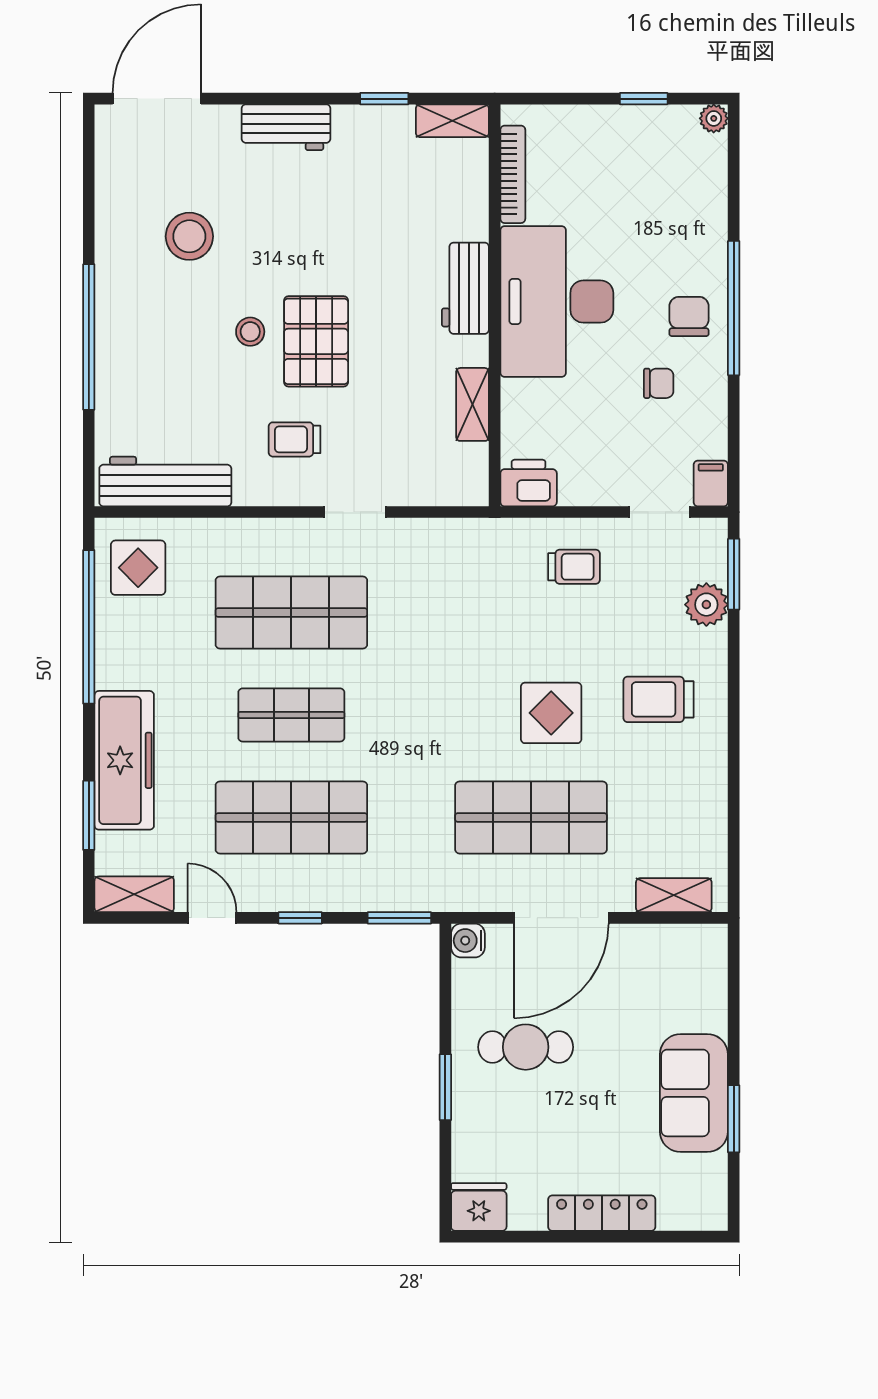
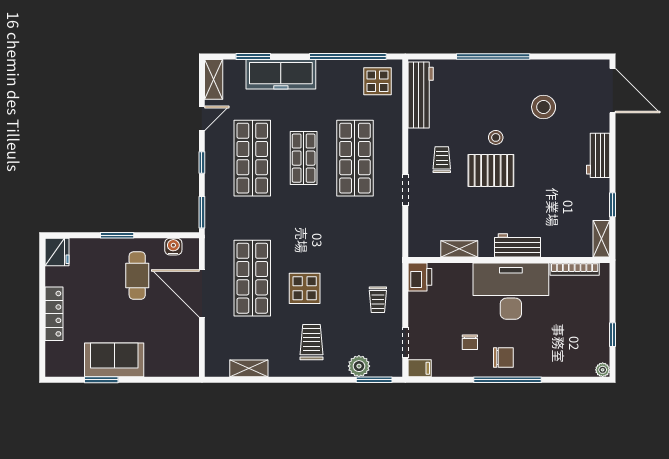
shelving: (674, 895) -> (249, 368), moved, turned 90
water cooler: (468, 941) -> (173, 247), moved

